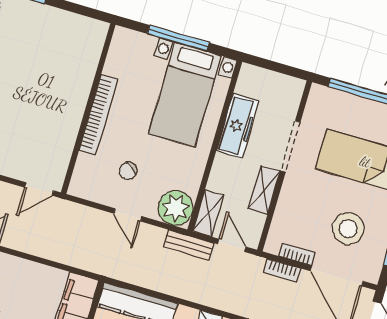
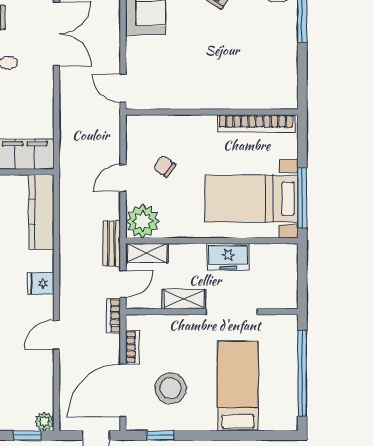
window: (178, 38) -> (302, 198), moved
bookcase: (99, 115) -> (256, 123), moved
freezer: (238, 126) -> (228, 257), width x0.71
bookcase: (282, 270) -> (114, 316), moved

